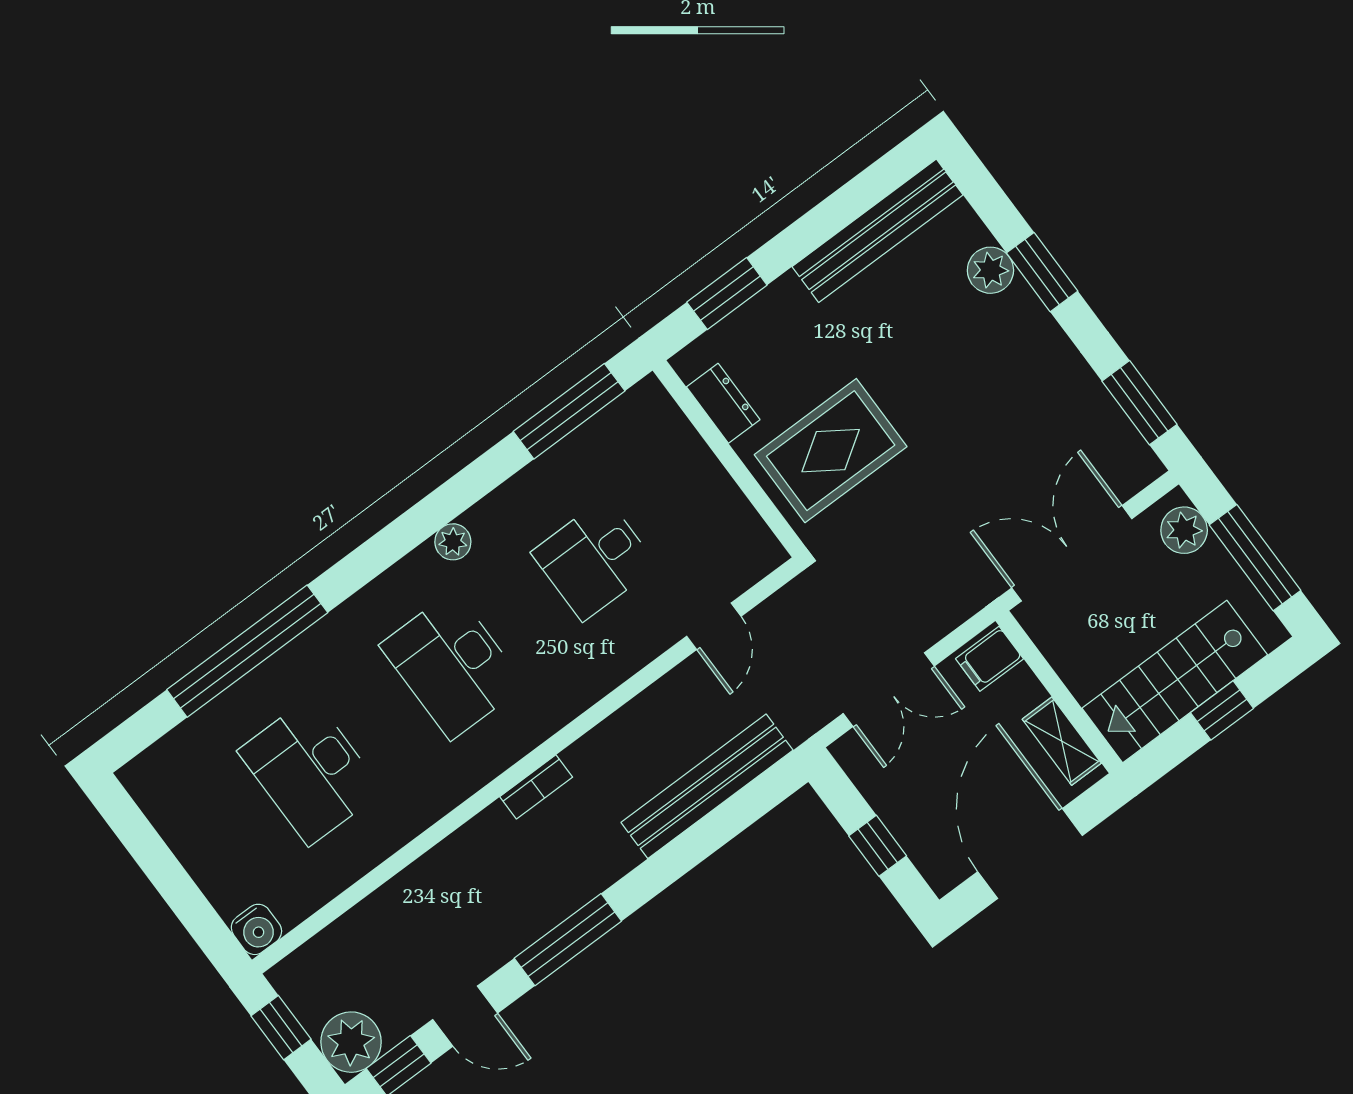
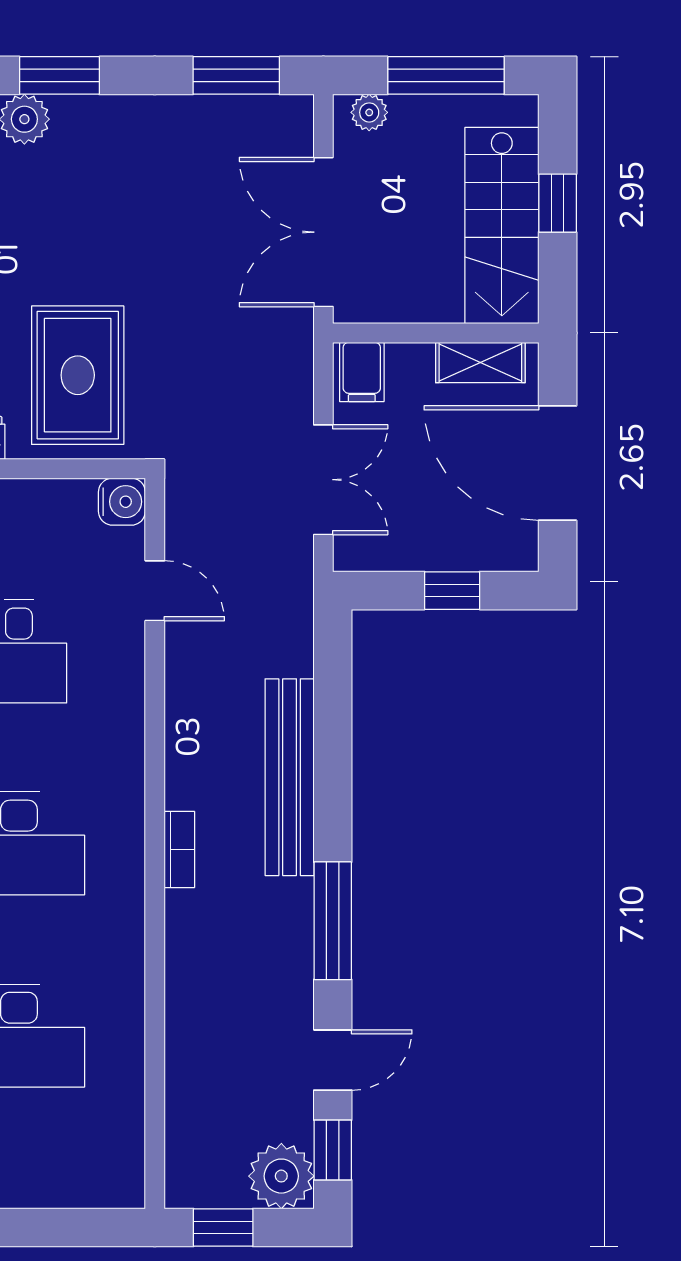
plant: (1184, 530) -> (369, 112), width x0.73, depth x0.73
bench: (707, 786) -> (290, 777), moved
water cooler: (256, 929) -> (122, 502), moved

